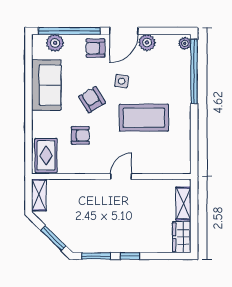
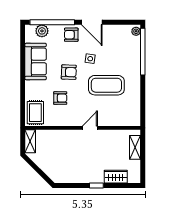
door: (124, 31) -> (92, 22), hinge flipped
plant: (147, 43) -> (109, 31), removed
armchair: (92, 100) -> (69, 72), turned 123
wardrobe: (182, 237) -> (116, 177), moved, turned 90
window: (53, 238) -> (41, 173), removed
window: (96, 256) -> (72, 186), removed

